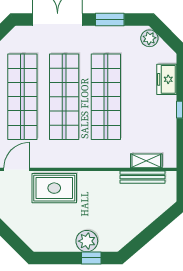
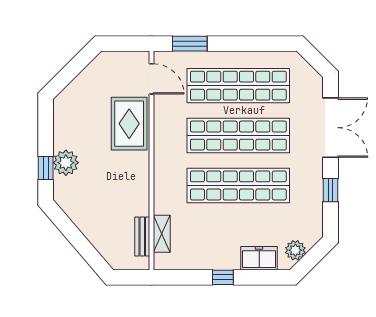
window: (110, 20) -> (331, 190), width x0.67
plant: (149, 38) -> (295, 250), moved
bench: (143, 177) -> (142, 236), width x0.73

